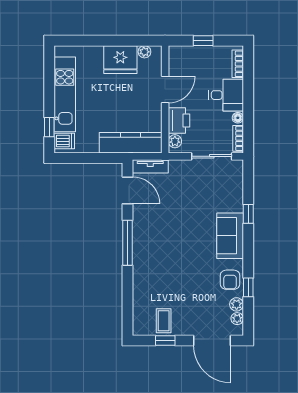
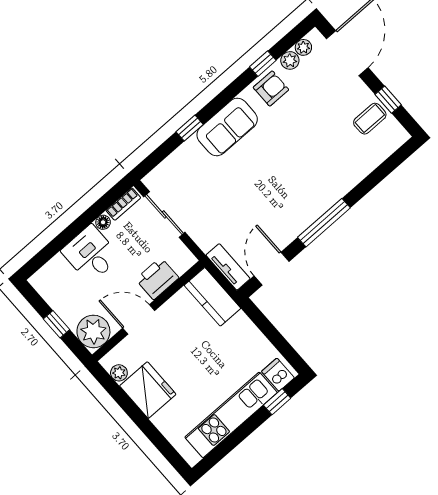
bookcase: (238, 64) -> (49, 270), removed
plant: (175, 141) -> (93, 331), moved, width x1.87, depth x1.87
kitchen counter: (131, 143) -> (212, 297), width x0.67

